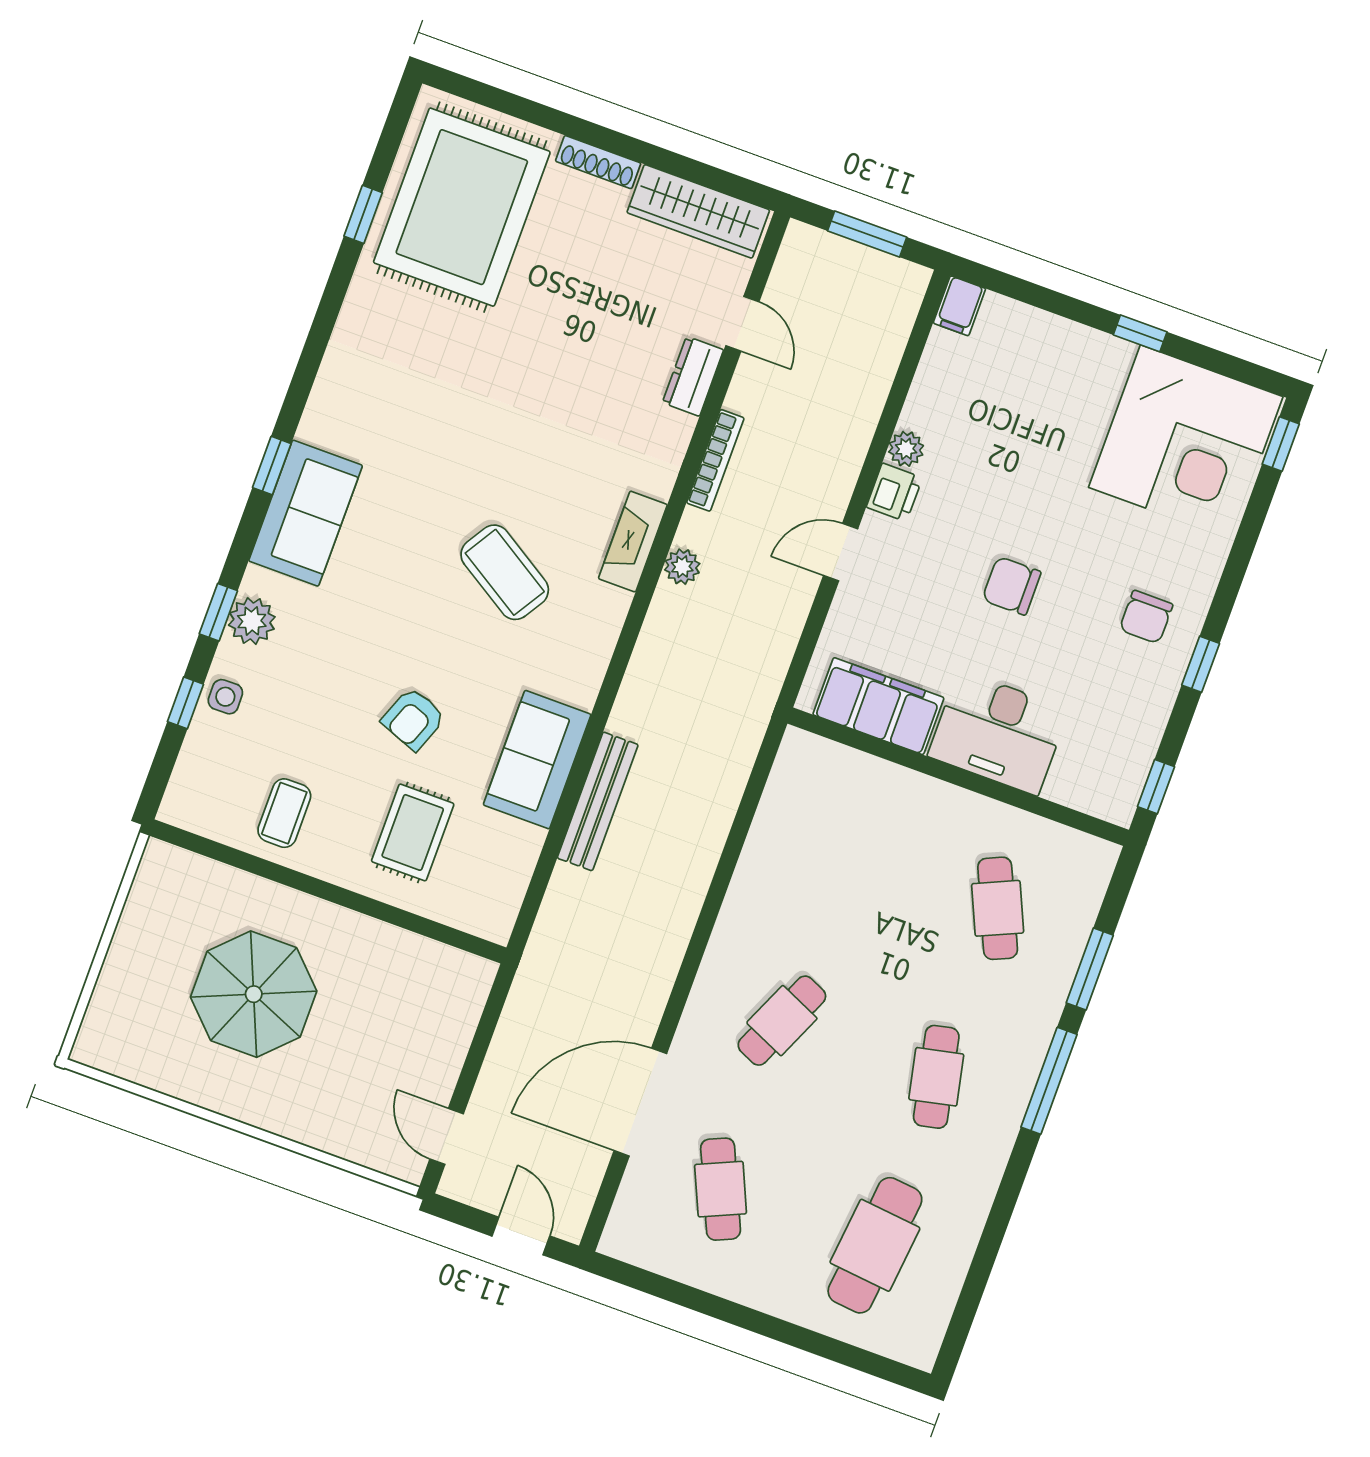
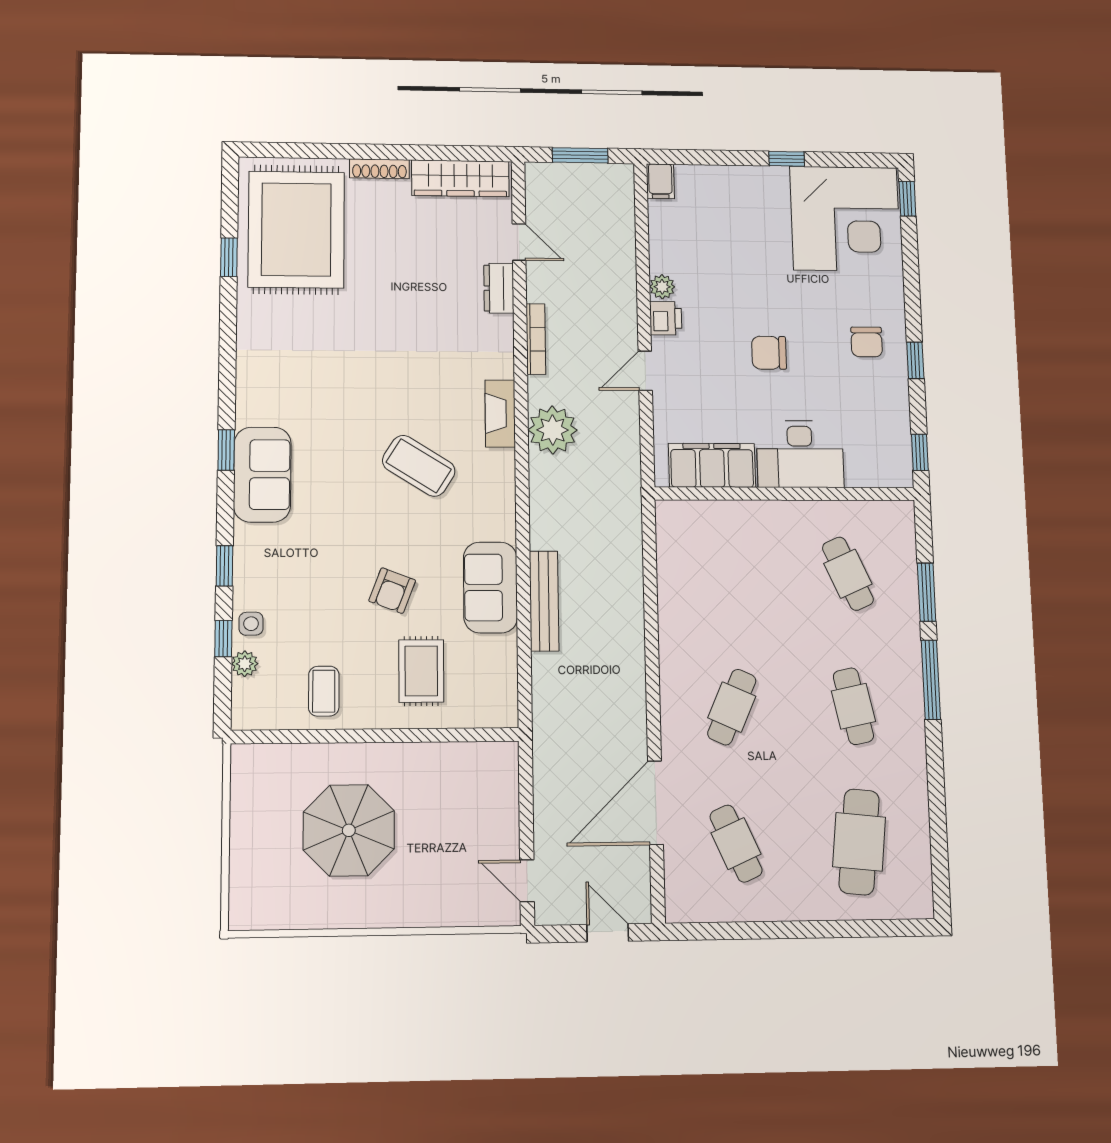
plant: (682, 567) -> (553, 430), width x1.87, depth x1.87
plant: (252, 621) -> (245, 664), moved, width x0.73, depth x0.73

